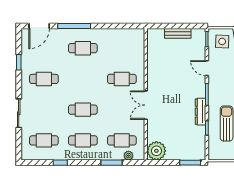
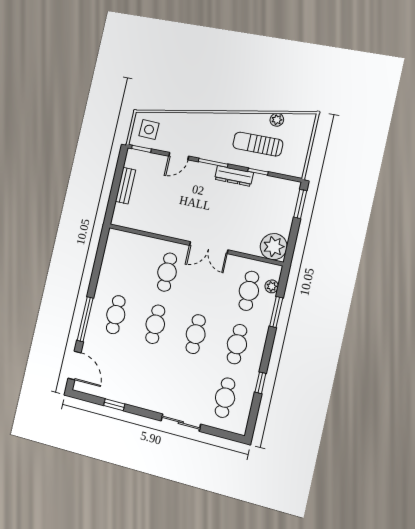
cafe table: (44, 79) -> (155, 324), moved

